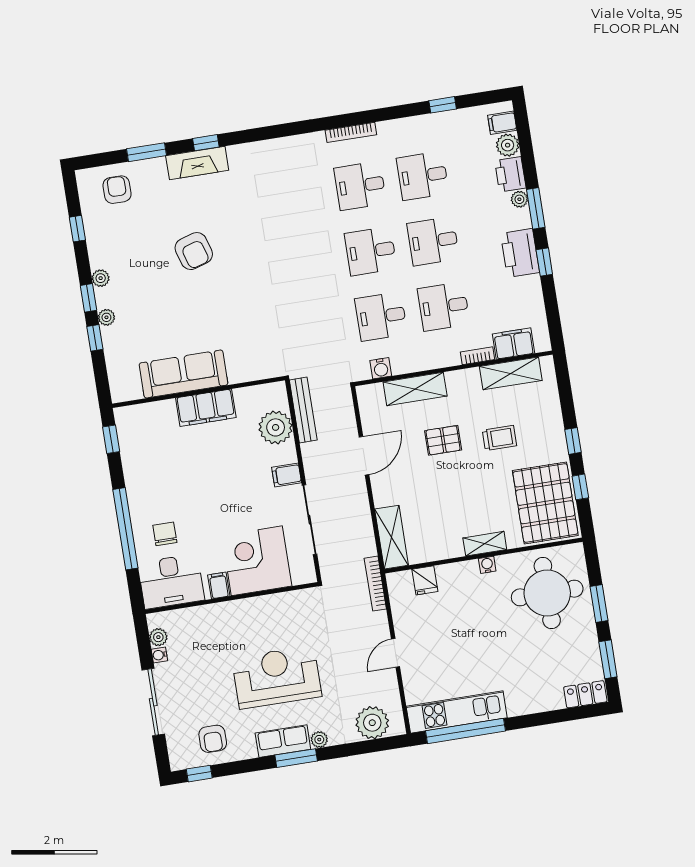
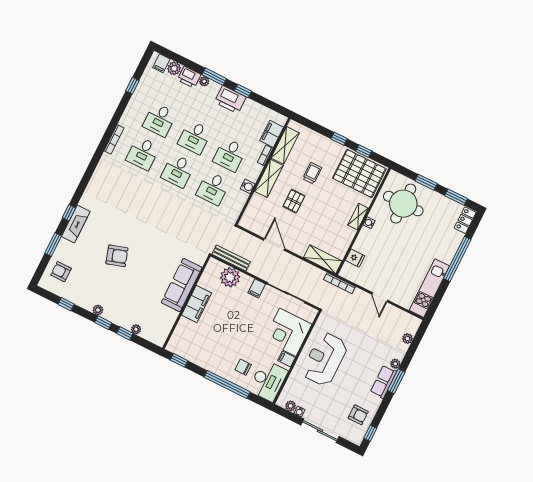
plant: (106, 317) -> (136, 329), moved
water cooler: (381, 368) -> (248, 186), moved
sofa: (184, 374) -> (182, 285), moved
shelving: (415, 389) -> (269, 178), moved
reception desk: (277, 677) -> (325, 359), moved
plant: (372, 723) -> (407, 339), width x0.53, depth x0.53
window: (466, 731) -> (457, 259), moved

